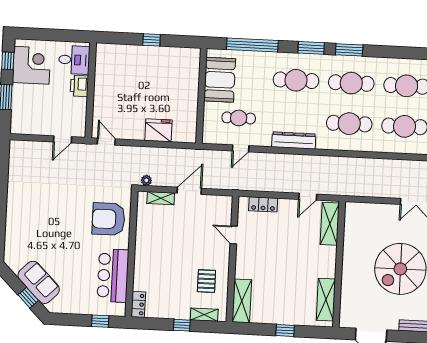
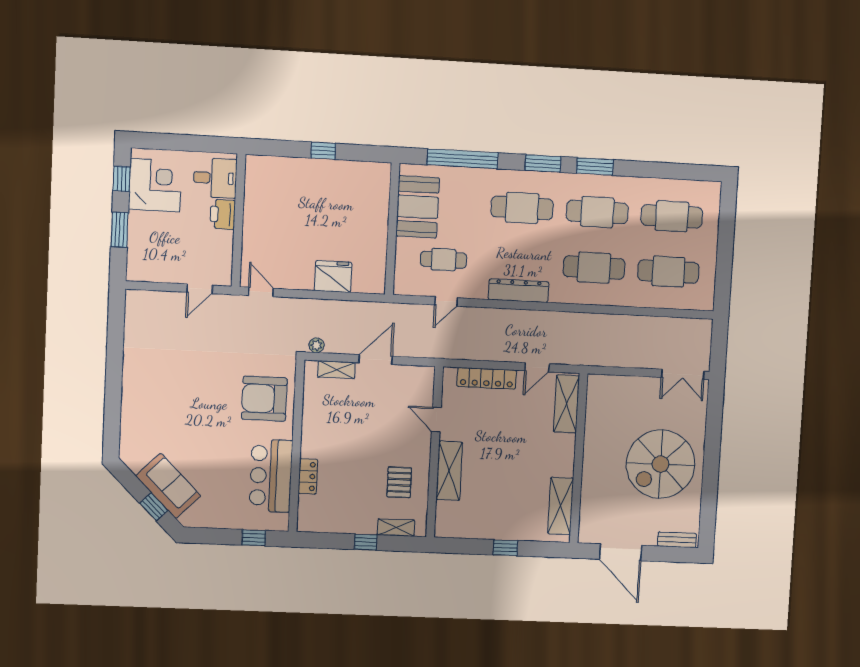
locker: (263, 204) -> (487, 378), width x1.53
shelving: (242, 301) -> (449, 471), moved
locker: (138, 304) -> (308, 476), moved

